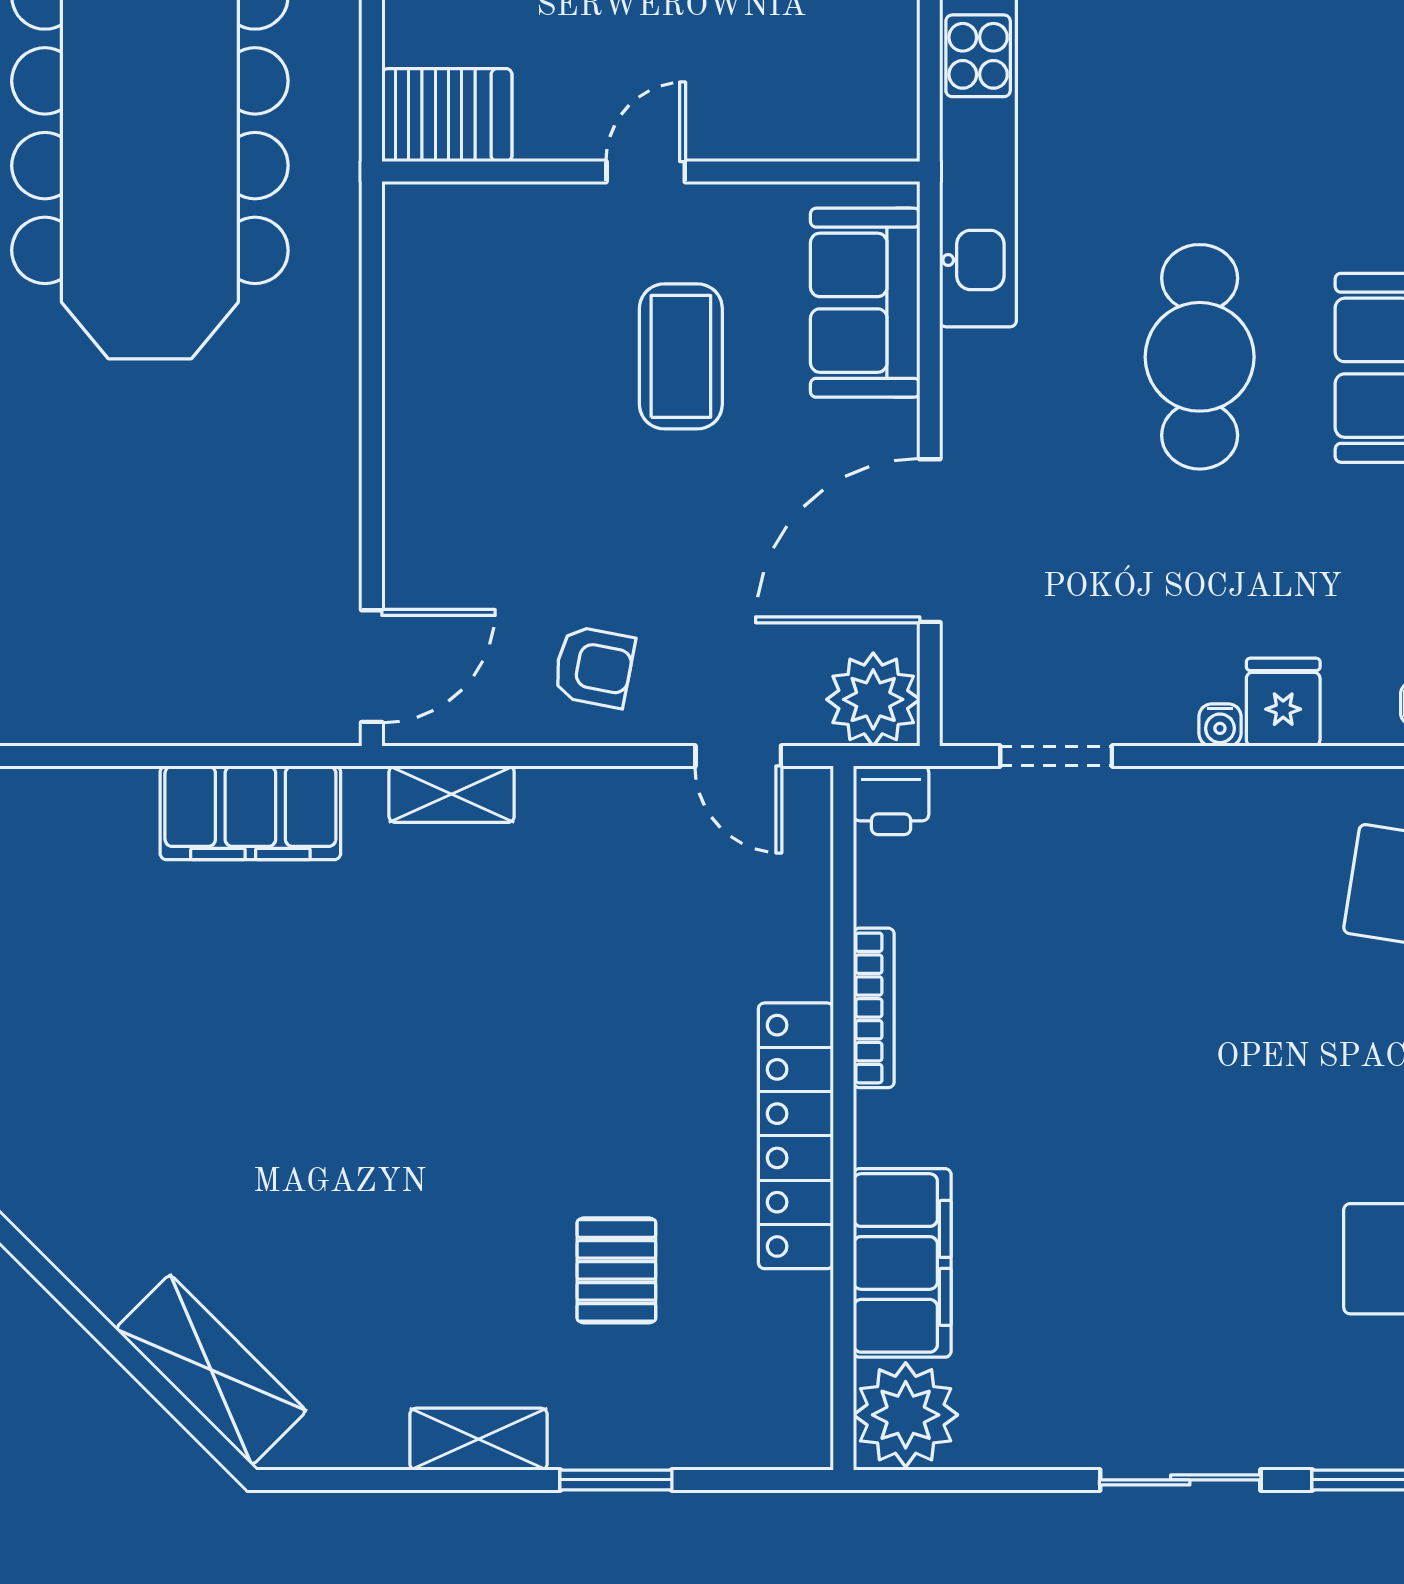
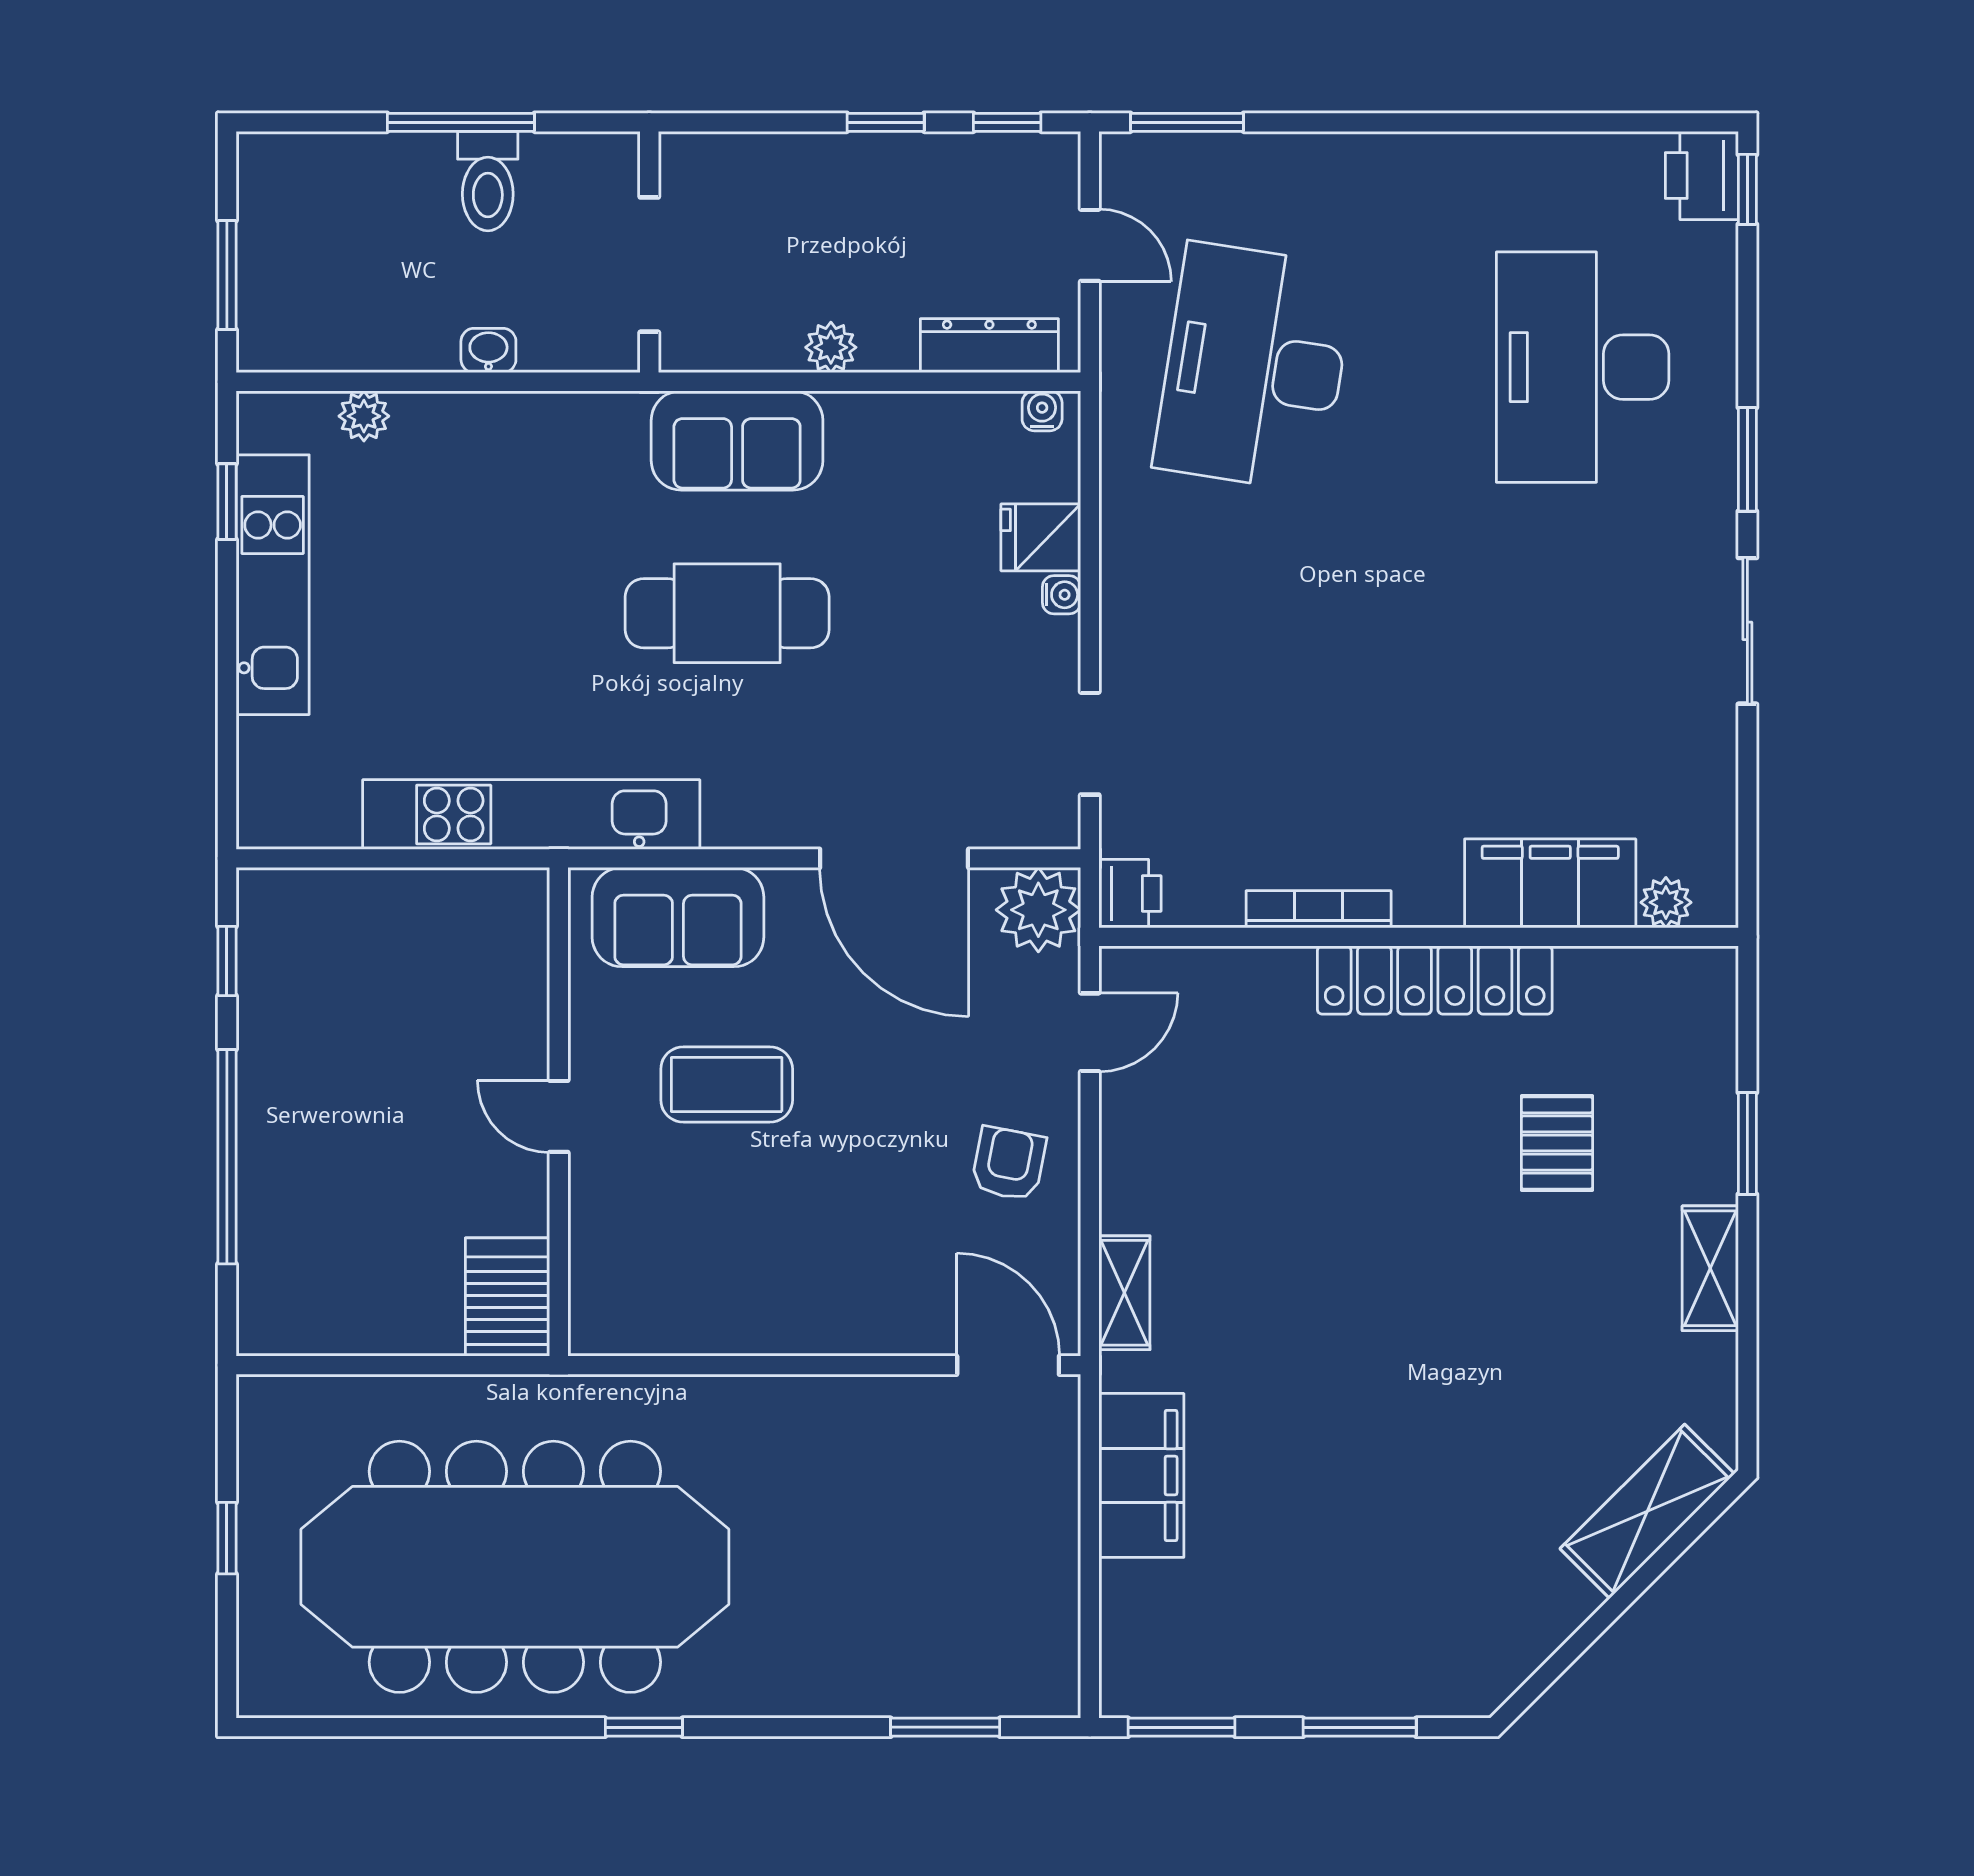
pallet: (616, 1270) -> (1557, 1143), turned 90
plant: (906, 1415) -> (1666, 902), width x0.53, depth x0.53

